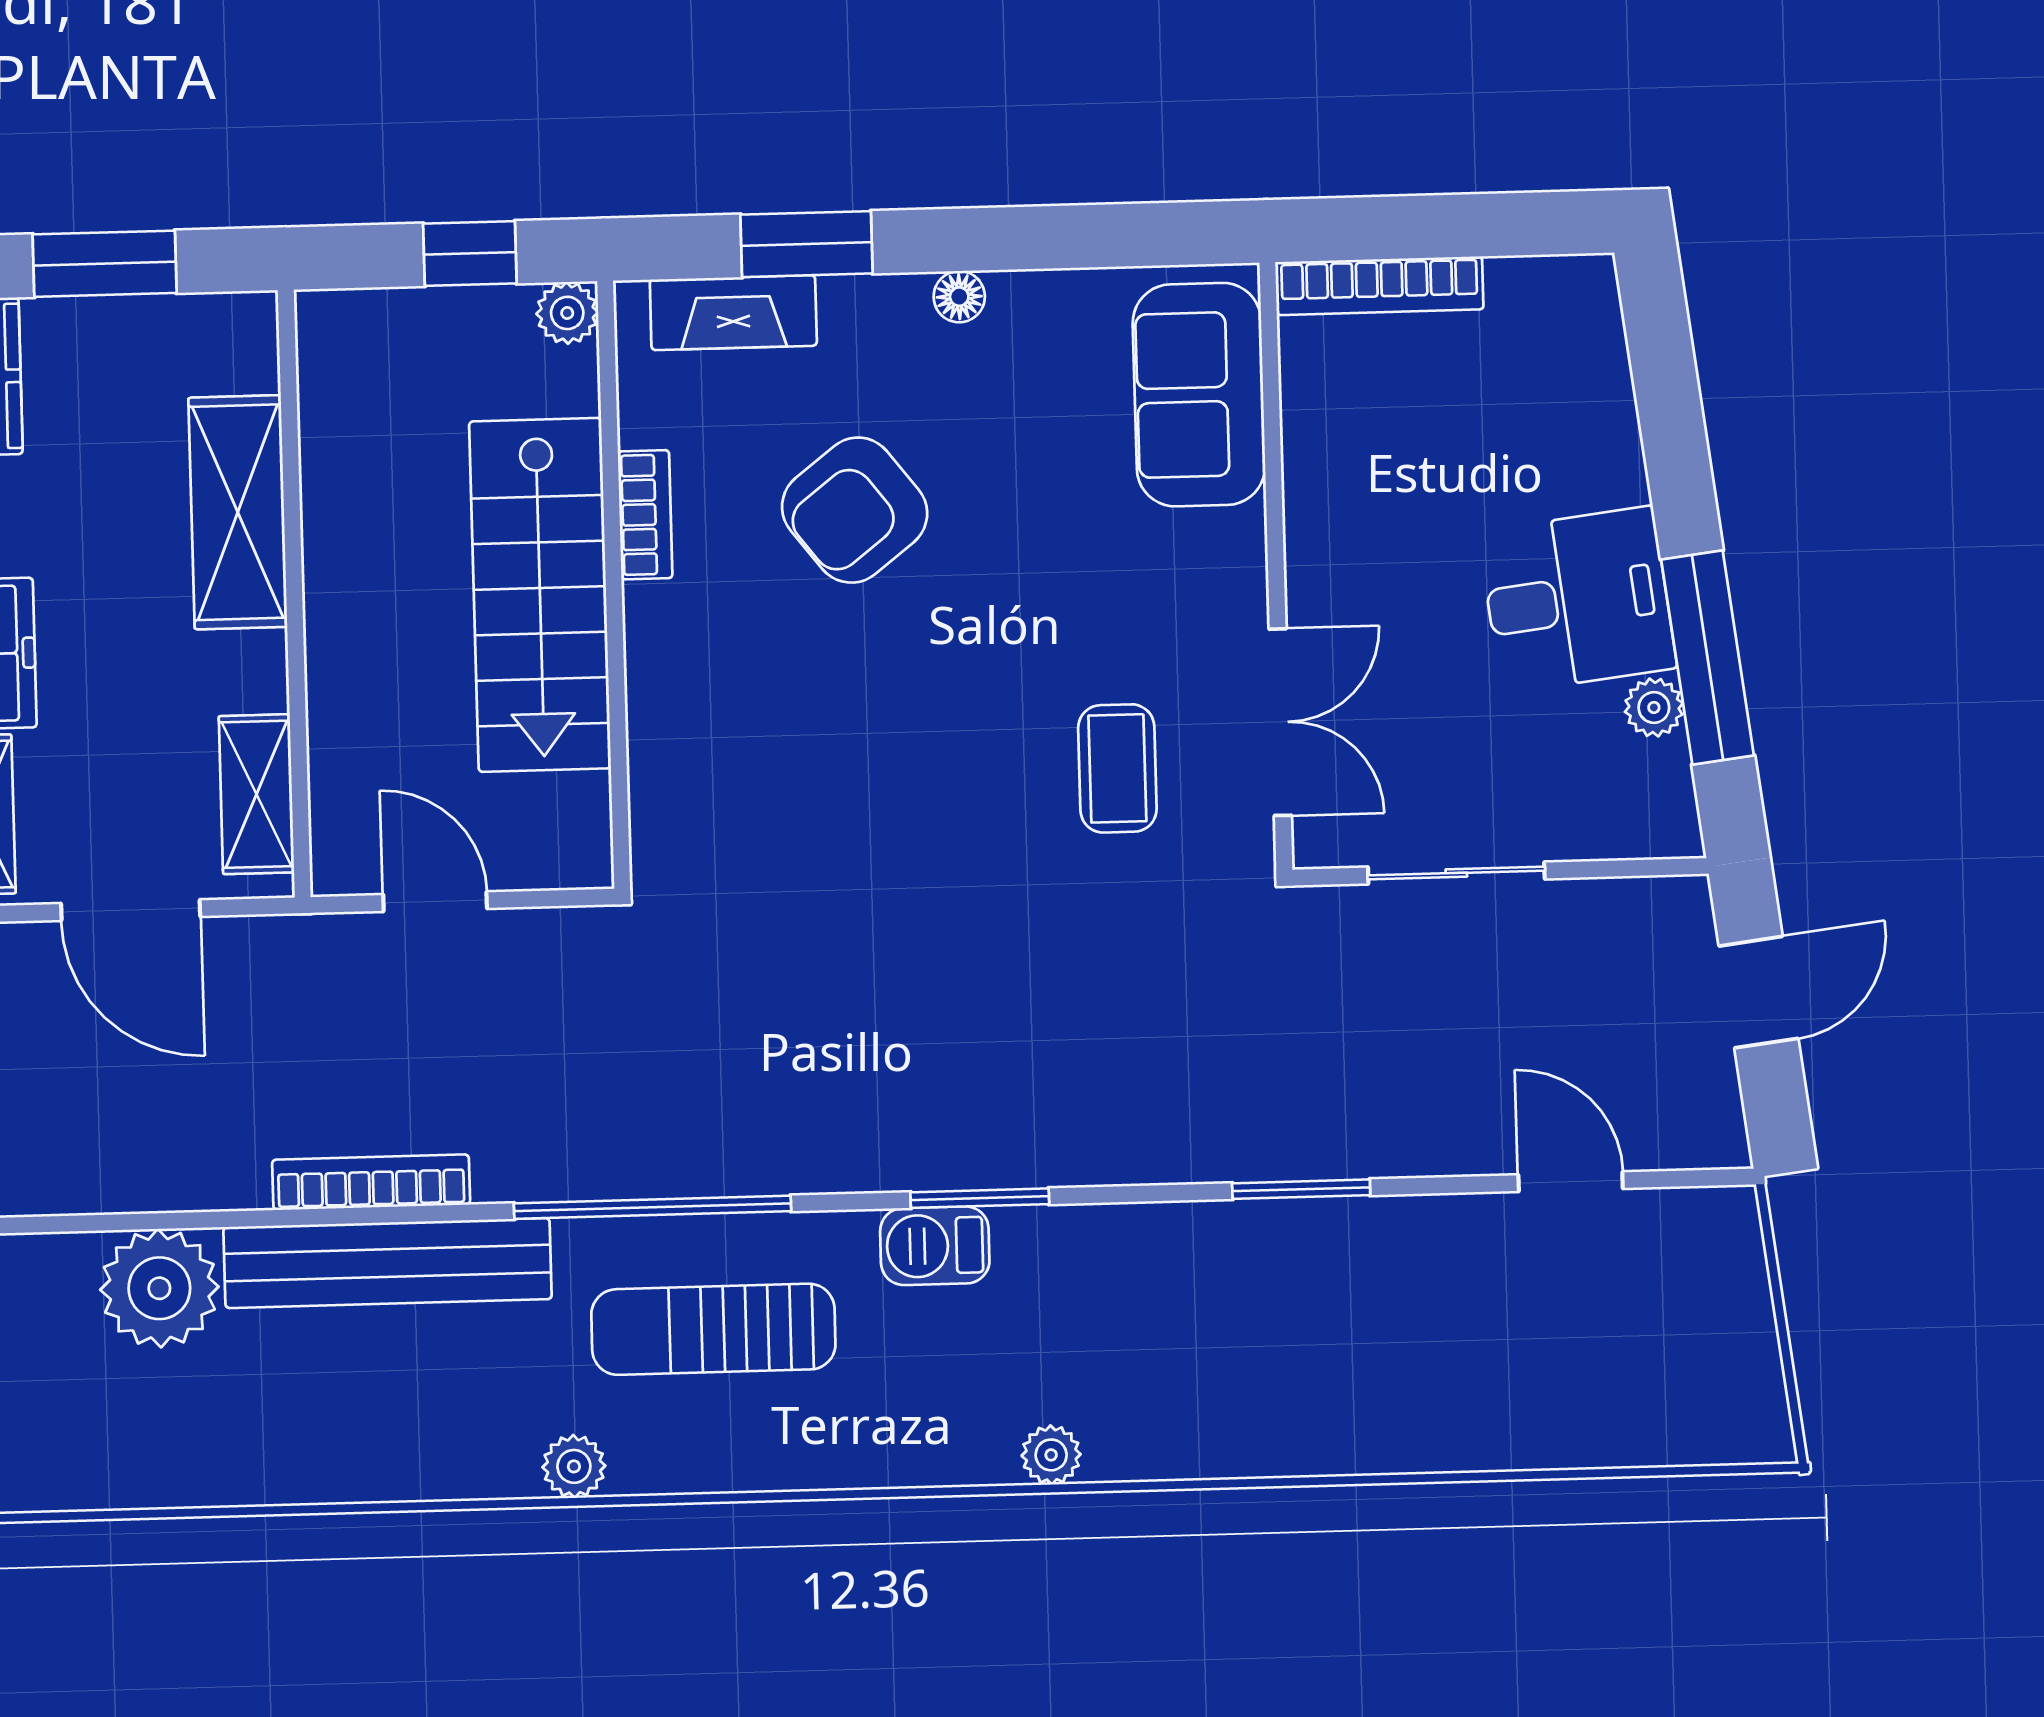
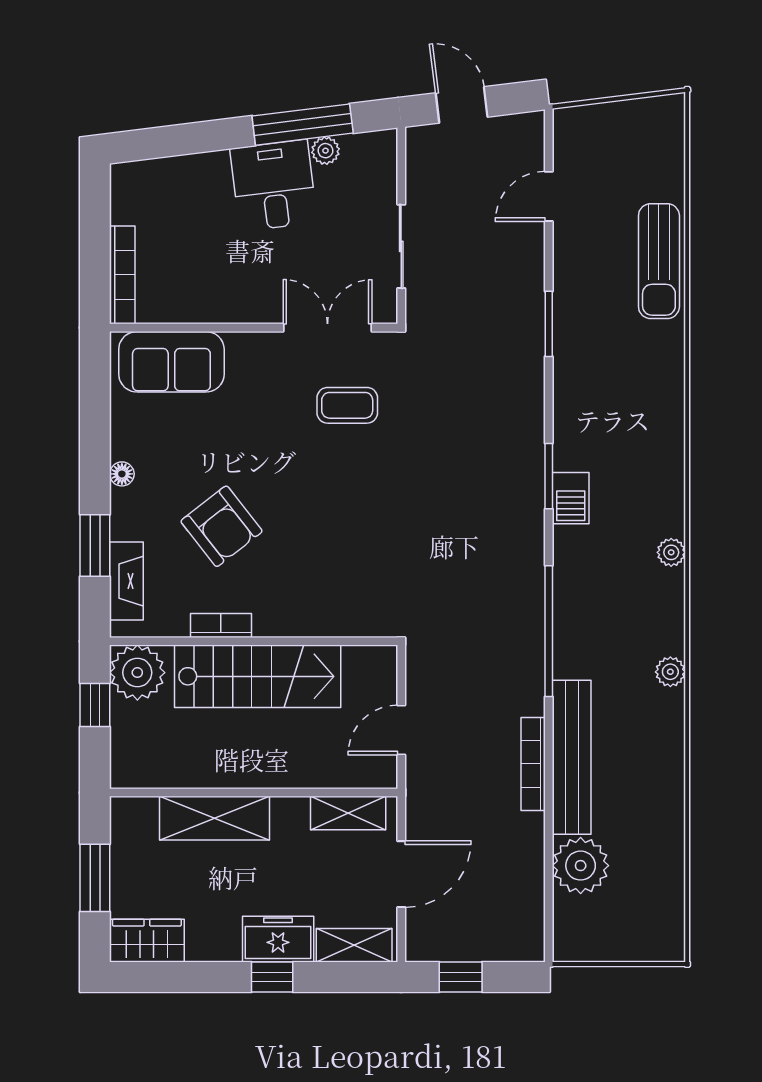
plant: (567, 313) -> (137, 673), width x1.87, depth x1.87
sun lounger: (713, 1329) -> (659, 261), moved
plant: (1051, 1455) -> (671, 552), moved

